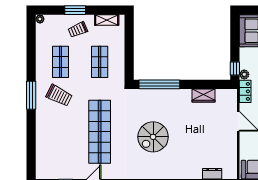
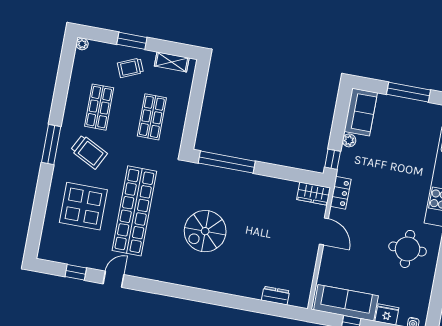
plant: (244, 74) -> (349, 140), moved
wardrobe: (203, 96) -> (314, 194), moved
display table: (62, 135) -> (83, 206), added

